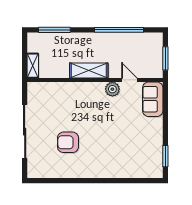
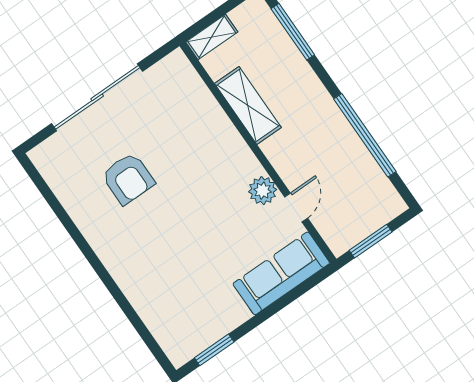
shelving: (89, 70) -> (248, 105), moved
sofa: (153, 99) -> (281, 273), width x1.36
armchair: (68, 142) -> (128, 179), turned 180

